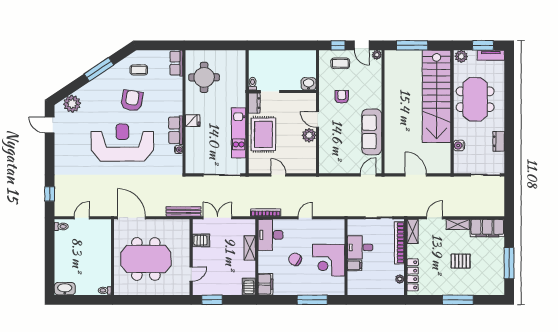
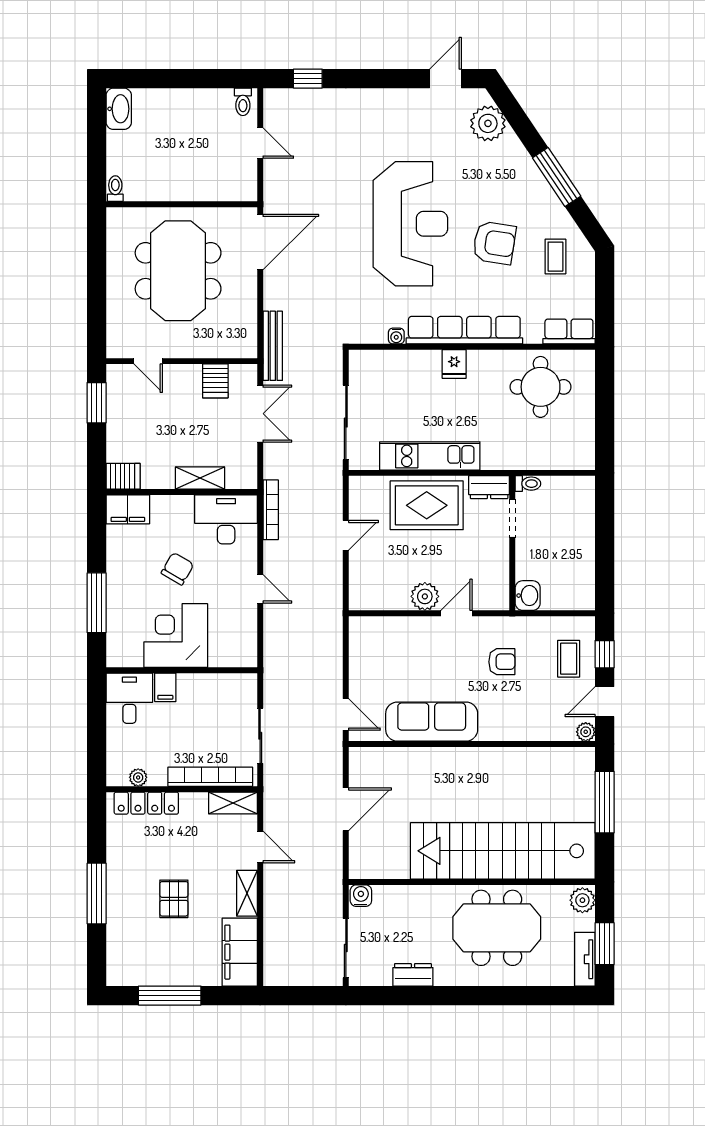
row of seats: (176, 130) -> (464, 330), width x2.02
water cooler: (459, 145) -> (361, 896), moved
desk: (360, 247) -> (129, 698), moved

